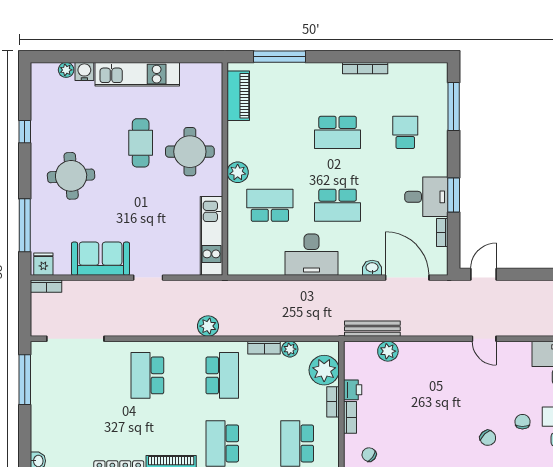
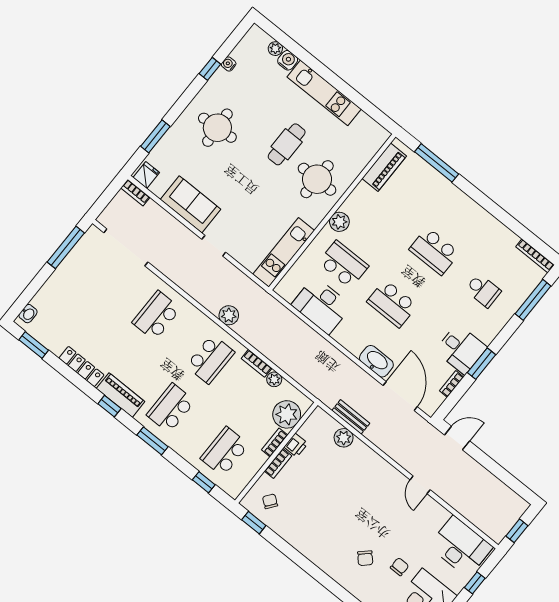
bookcase: (365, 68) -> (535, 256), moved
water cooler: (37, 115) -> (229, 64), added
school desk: (405, 132) -> (483, 290), turned 90
window: (25, 225) -> (155, 136), width x0.69
desk: (312, 255) -> (322, 305), moved
washbasin: (372, 268) -> (376, 361), width x1.91, depth x1.45
bench: (372, 329) -> (351, 417), width x0.73

